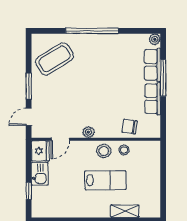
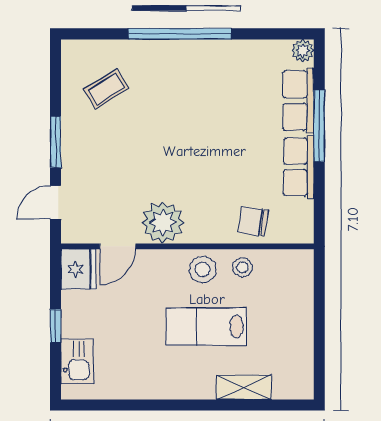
coffee table: (54, 59) -> (106, 89), width x0.54, depth x0.58
plant: (88, 132) -> (163, 222), width x1.88, depth x1.88
kitchen sink: (40, 174) -> (77, 361), moved
lab bench: (105, 180) -> (206, 327), turned 180
window: (29, 191) -> (56, 326), moved

